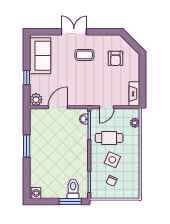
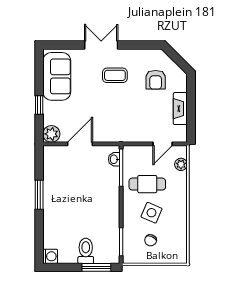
fireplace: (134, 94) -> (180, 109), moved
door: (107, 107) -> (163, 144), moved
toilet: (73, 189) -> (86, 251), moved

